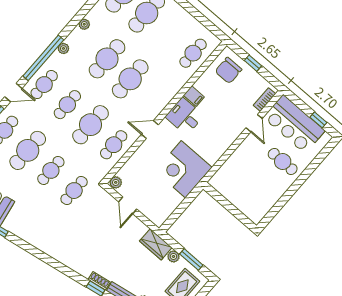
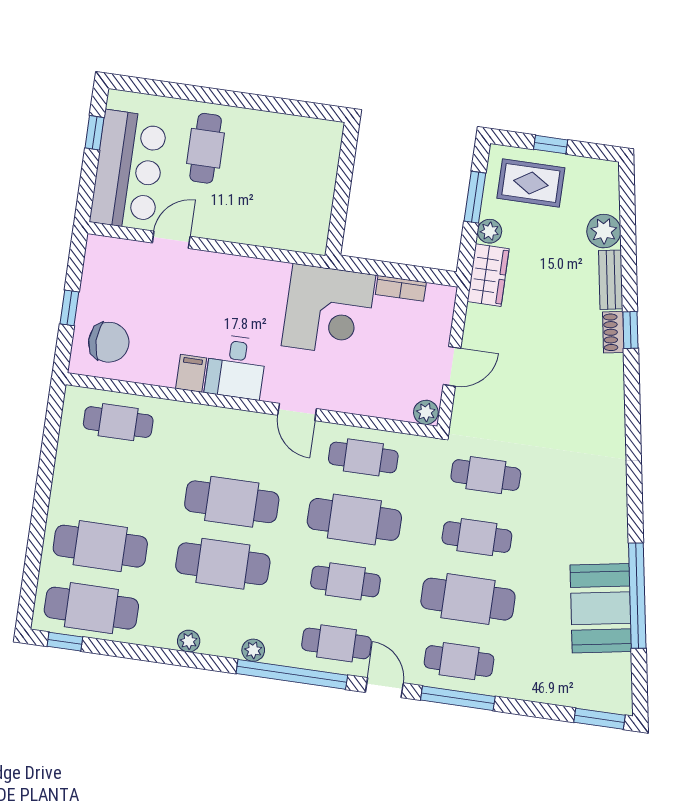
bookcase: (265, 100) -> (401, 288), moved

